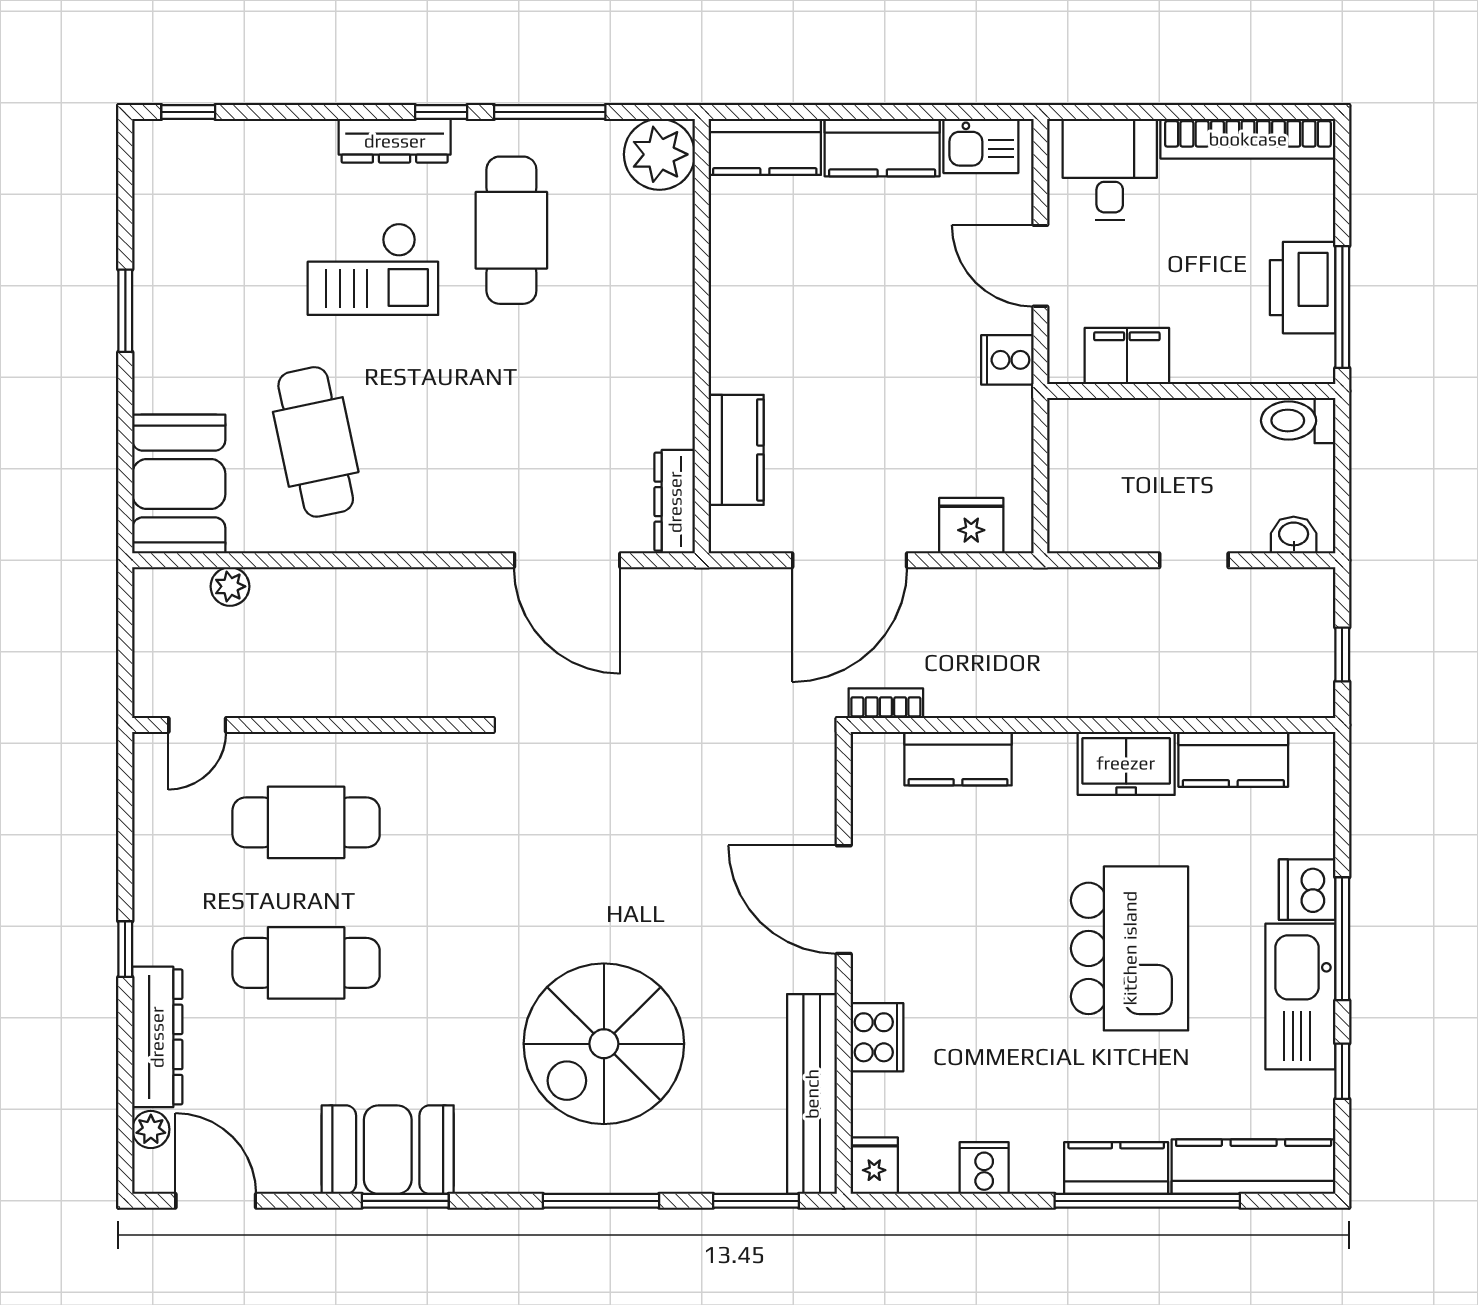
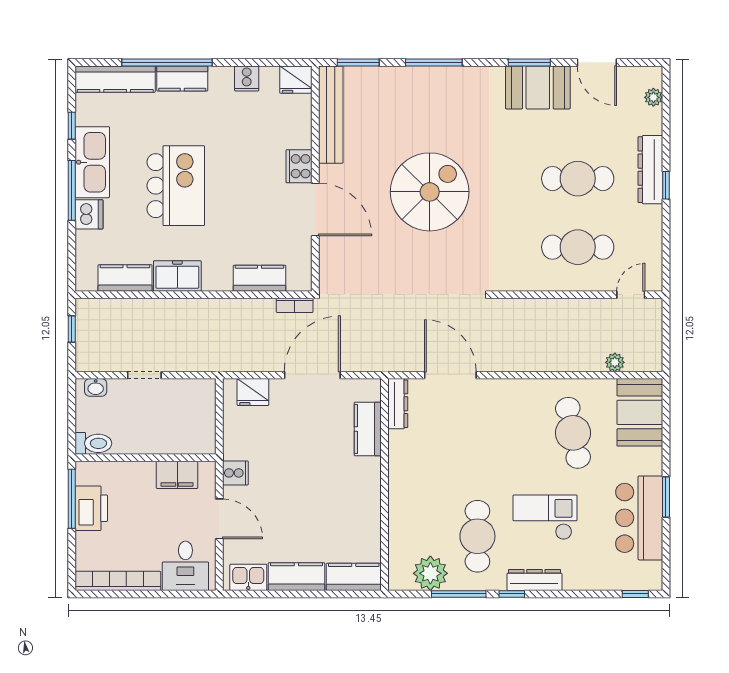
plant: (659, 154) -> (430, 573), moved
bar counter: (180, 268) -> (639, 518), added
kitchen island: (1130, 948) -> (176, 186), turned 180
dresser: (157, 1037) -> (650, 170), moved
cooker: (877, 1037) -> (299, 166), moved
spiral stairs: (604, 1044) -> (430, 192), moved
fridge: (874, 1166) -> (296, 80), width x1.38
door: (216, 1201) -> (597, 62), moved

